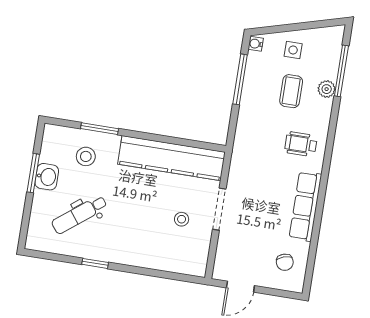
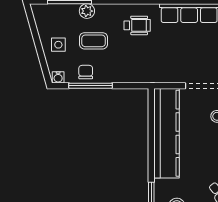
chair: (257, 76) -> (86, 72), added
wheelchair: (301, 144) -> (137, 25), turned -90

